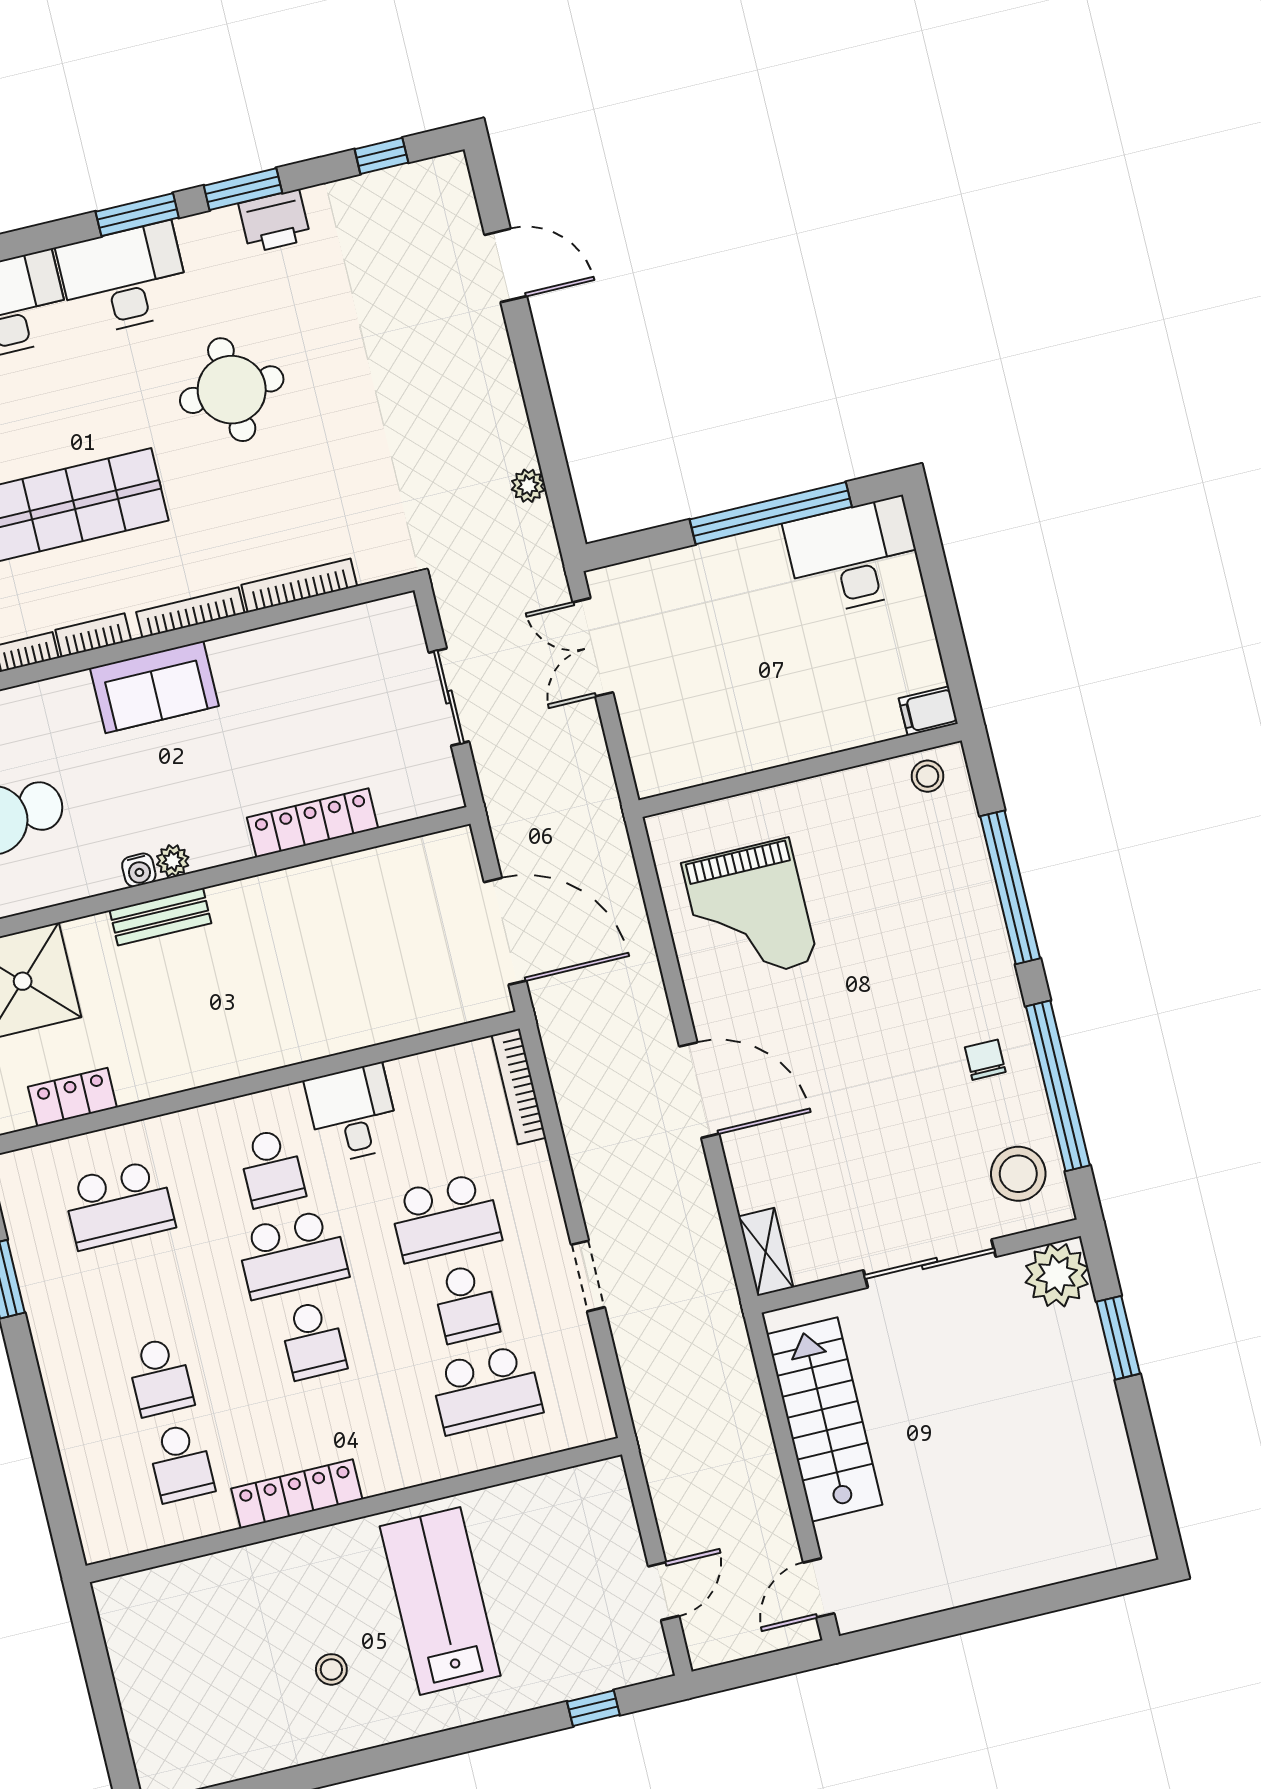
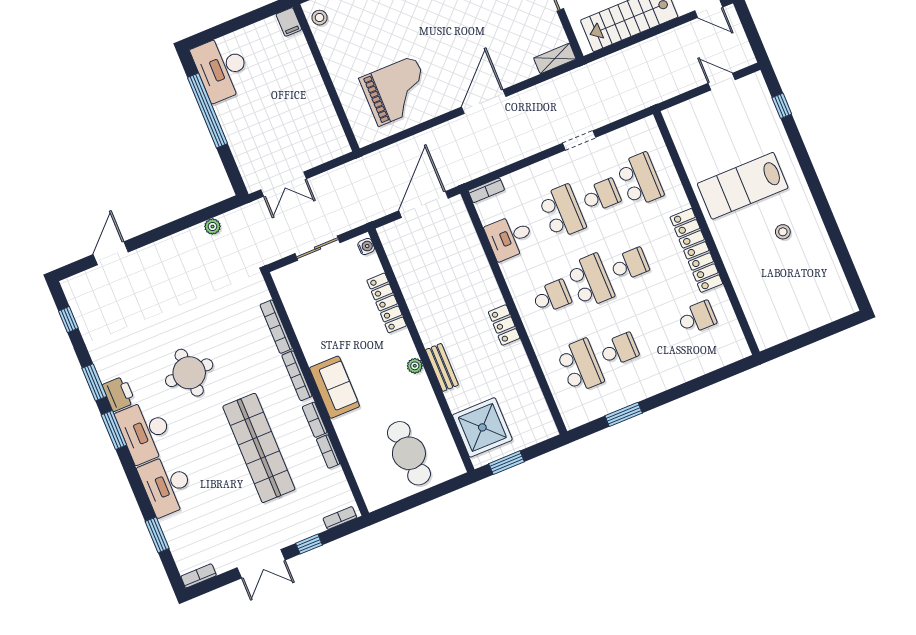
printer: (275, 221) -> (119, 394), moved
water cooler: (139, 870) -> (366, 246), moved
bookcase: (519, 1086) -> (486, 190), width x0.64
locker: (72, 1097) -> (504, 325), moved
desk: (353, 1113) -> (510, 237), moved
school desk: (160, 1377) -> (619, 350), moved
locker: (297, 1494) -> (696, 250), width x1.41, depth x1.21

